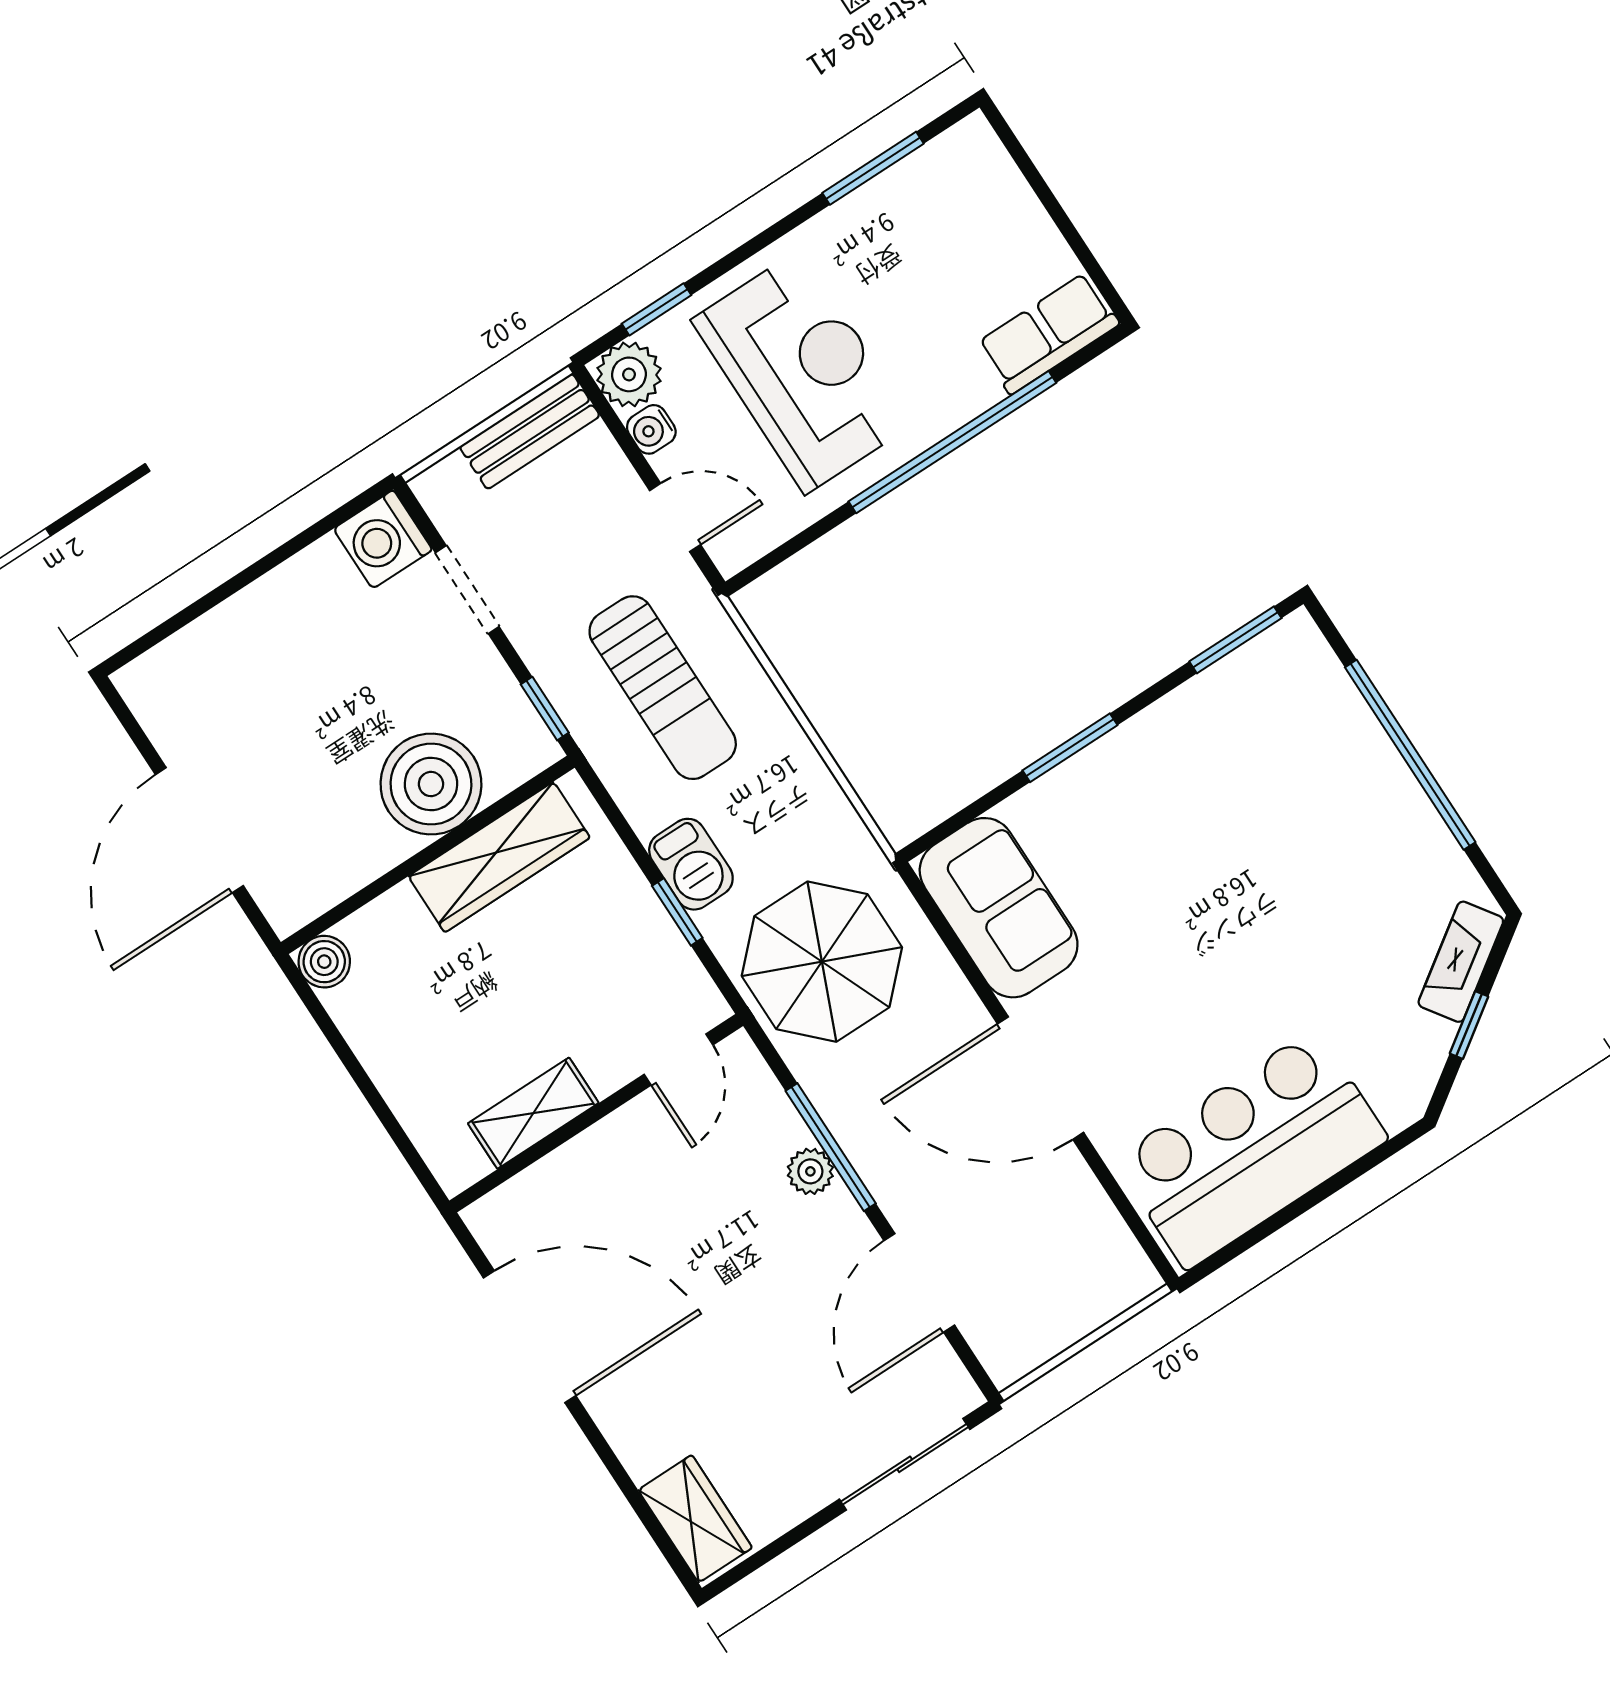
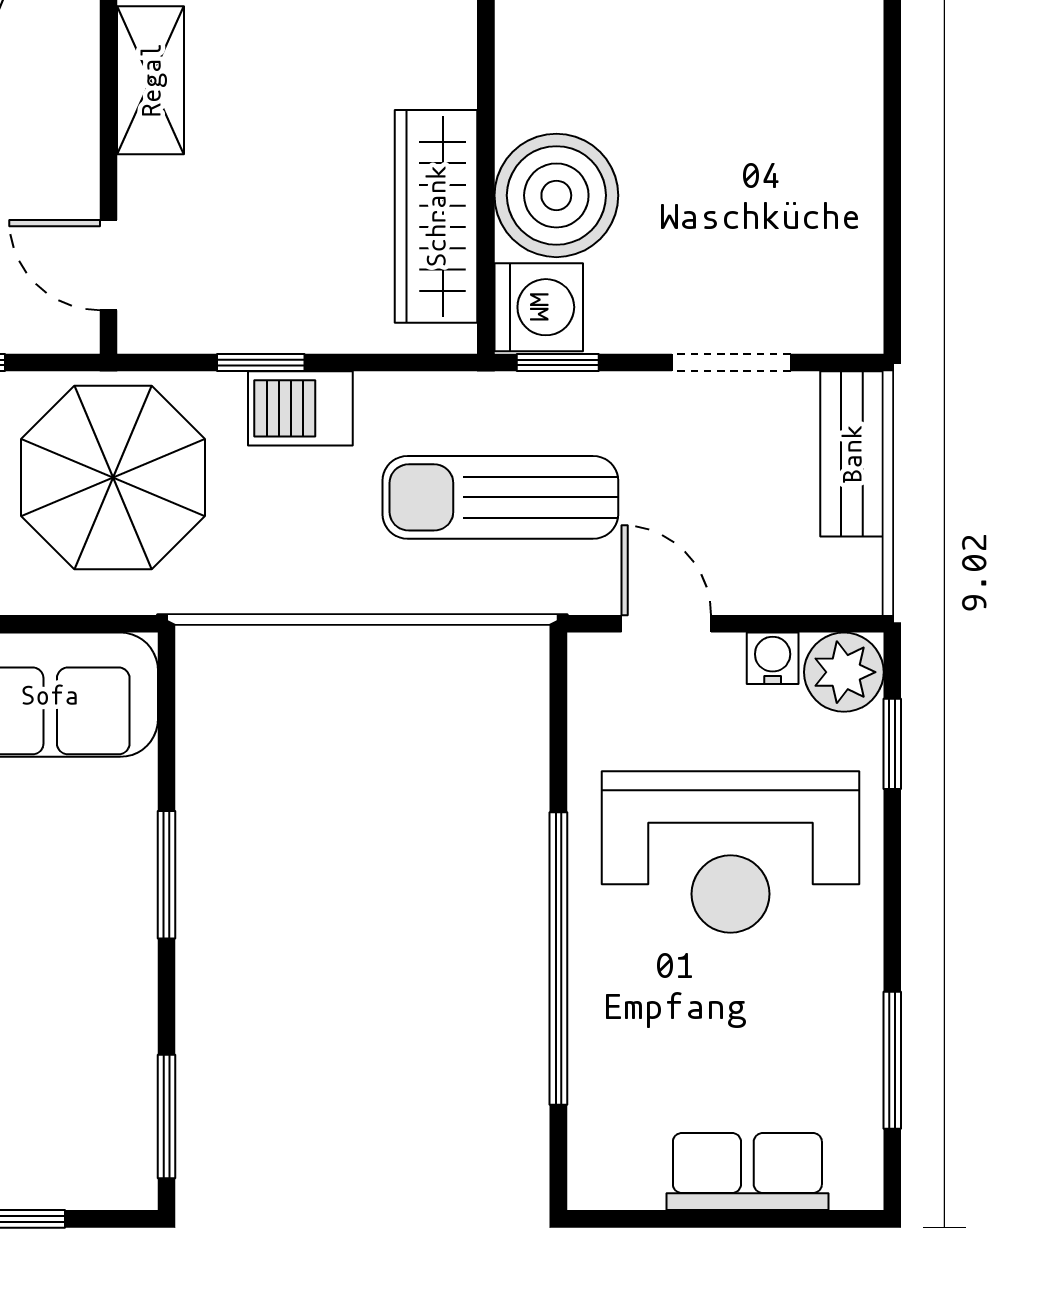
row of seats: (1048, 333) -> (747, 1171), moved, turned -90
bench: (530, 431) -> (852, 454), moved
door: (675, 518) -> (666, 624), swing flipped
washing machine: (383, 539) -> (539, 307), moved, turned 90

